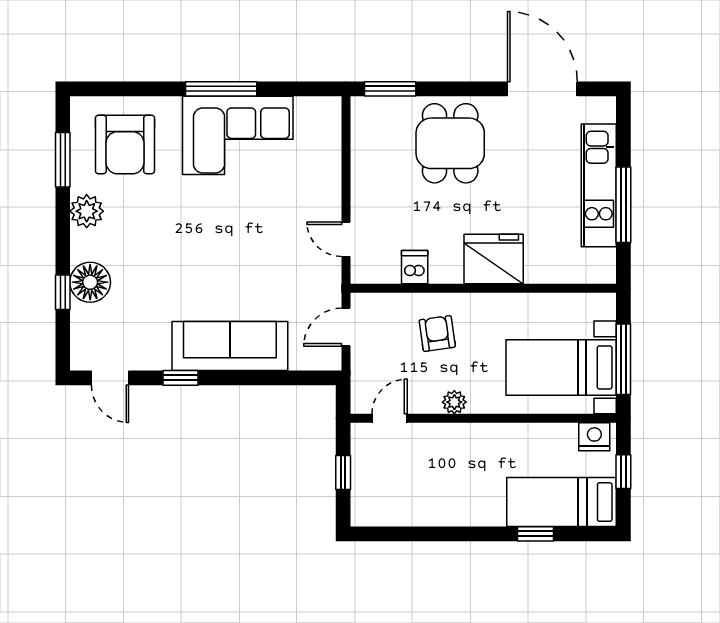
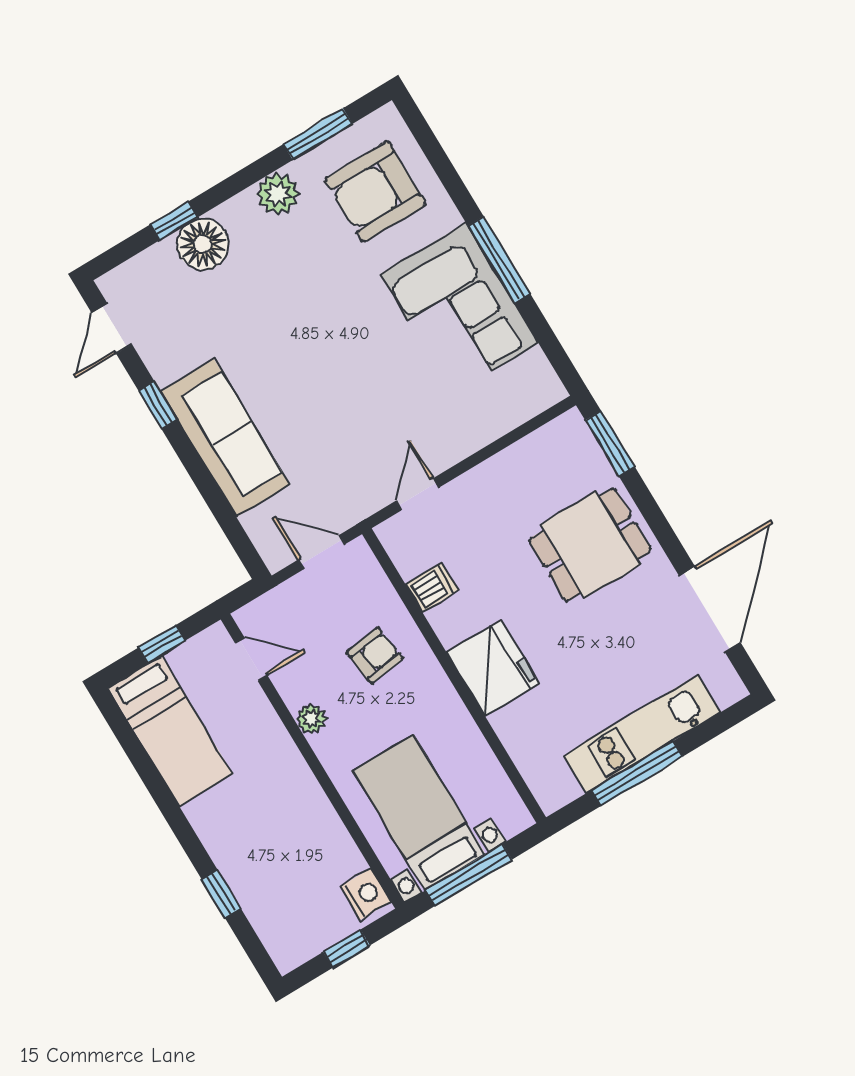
bed: (561, 502) -> (170, 731), moved, turned 180

